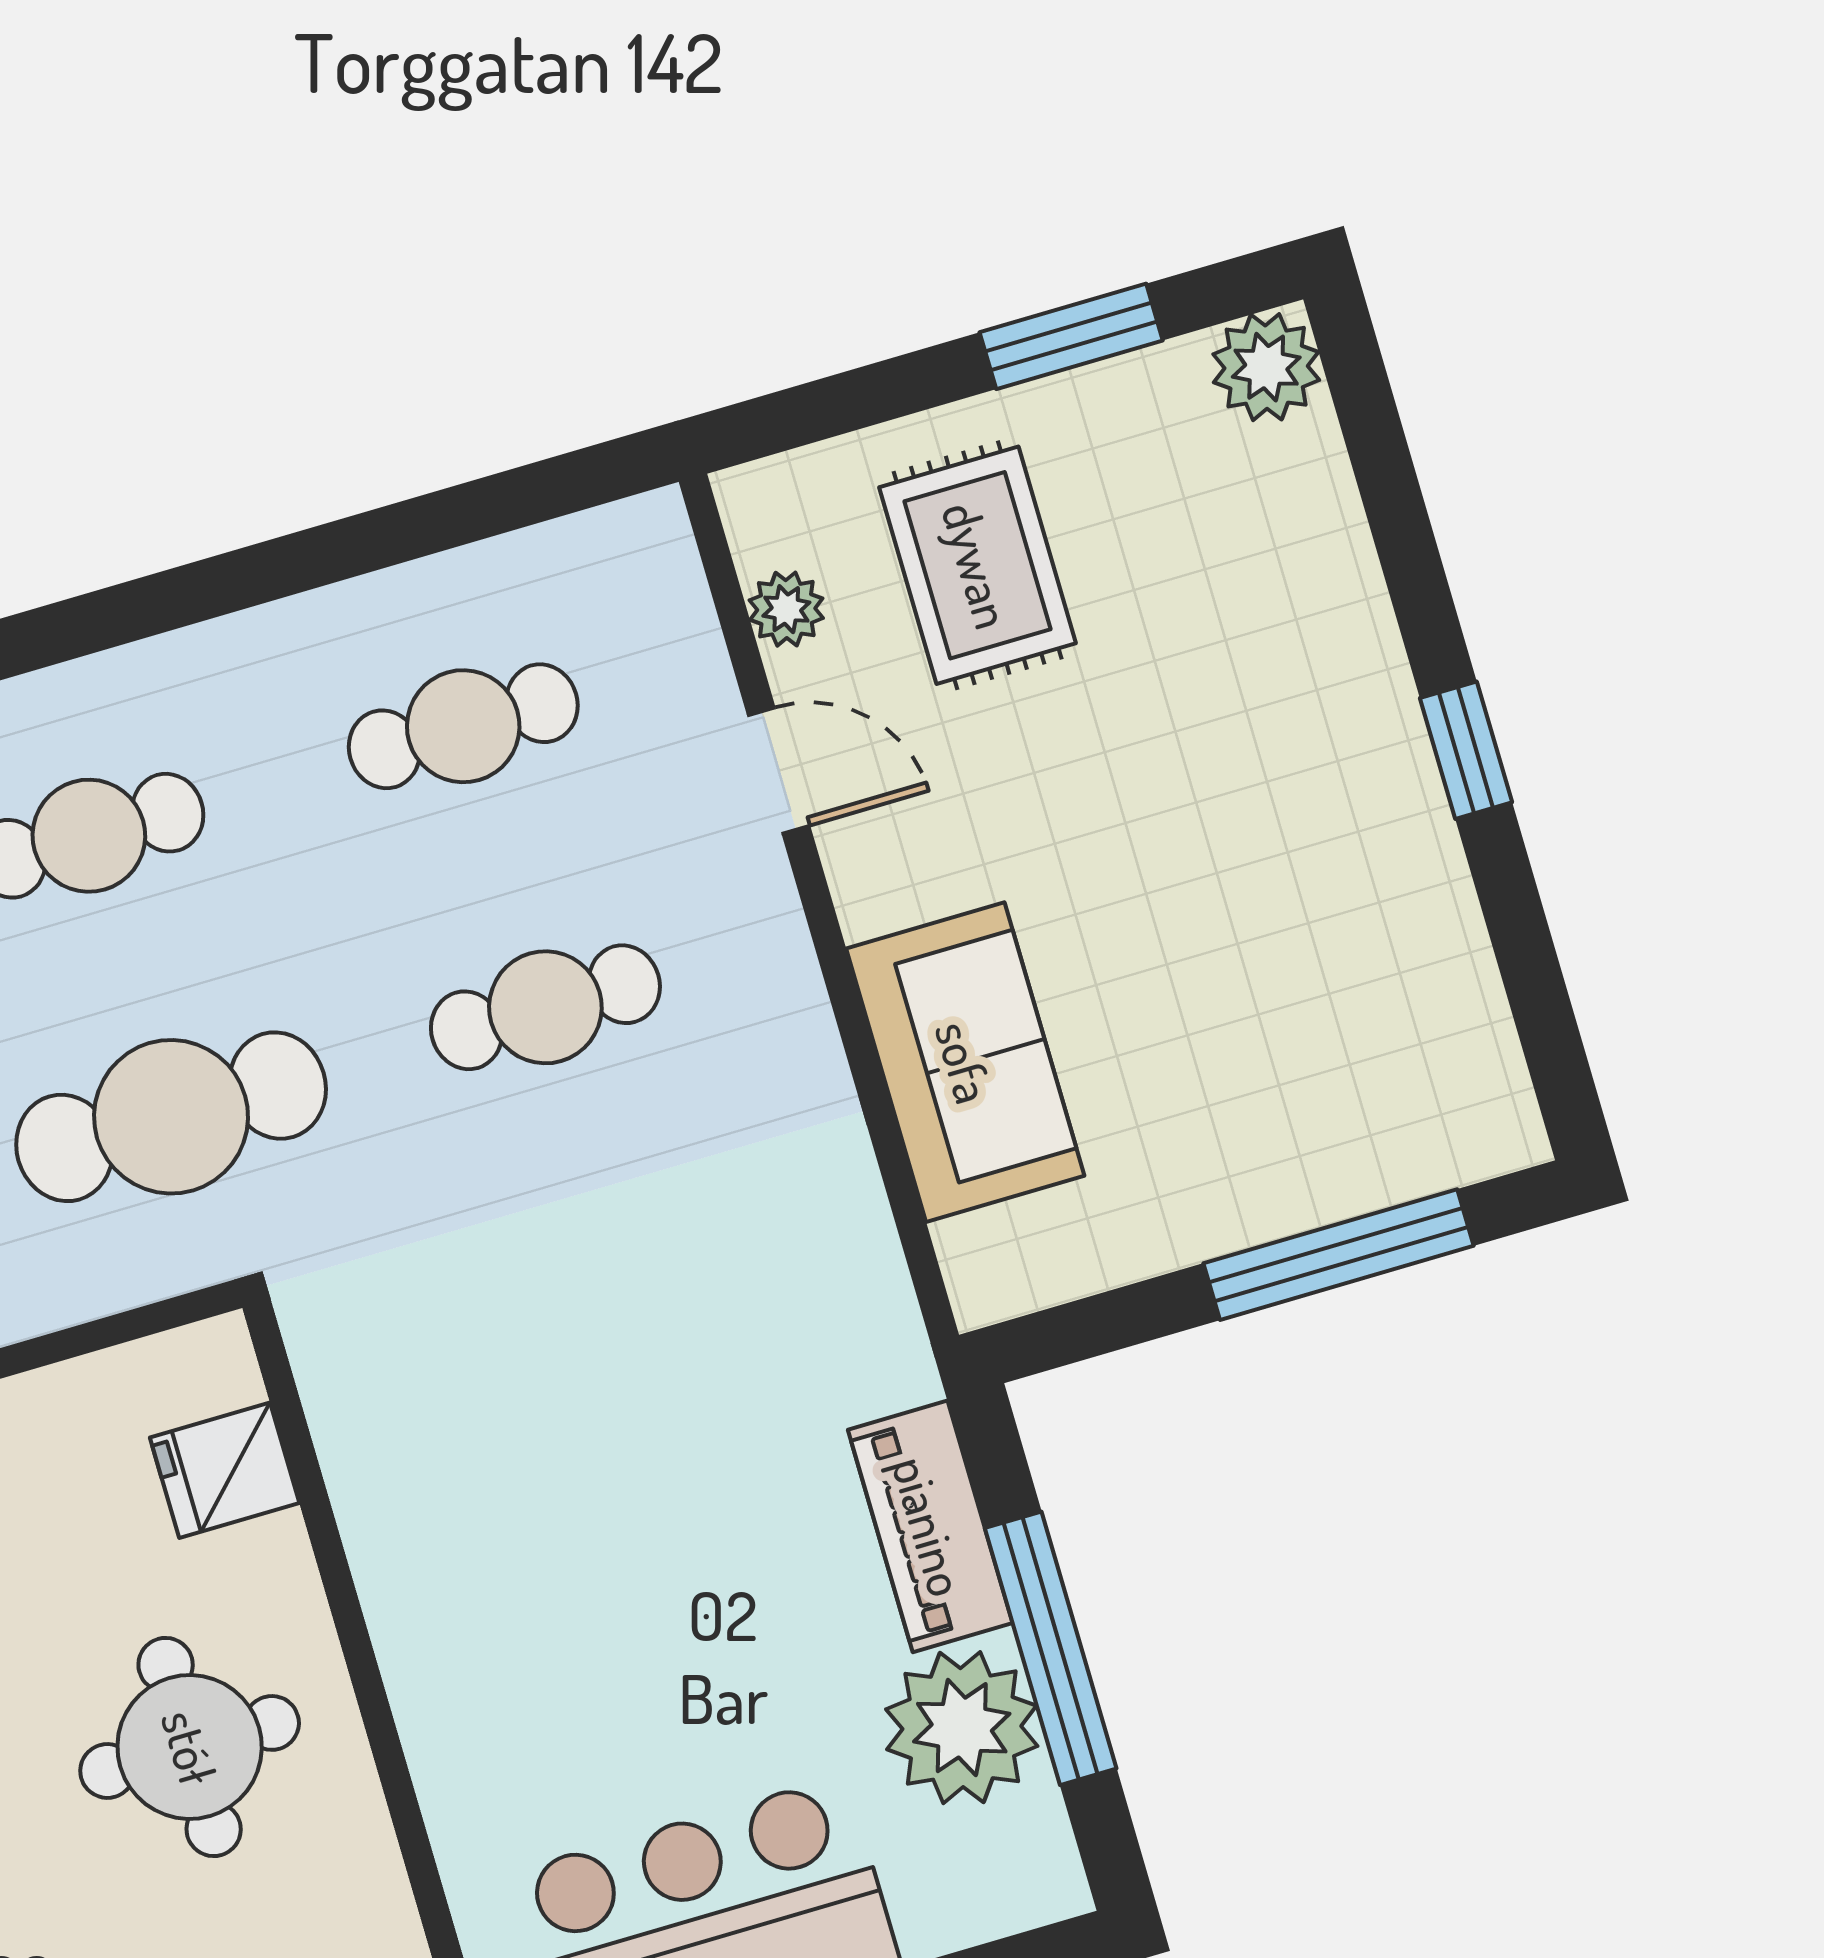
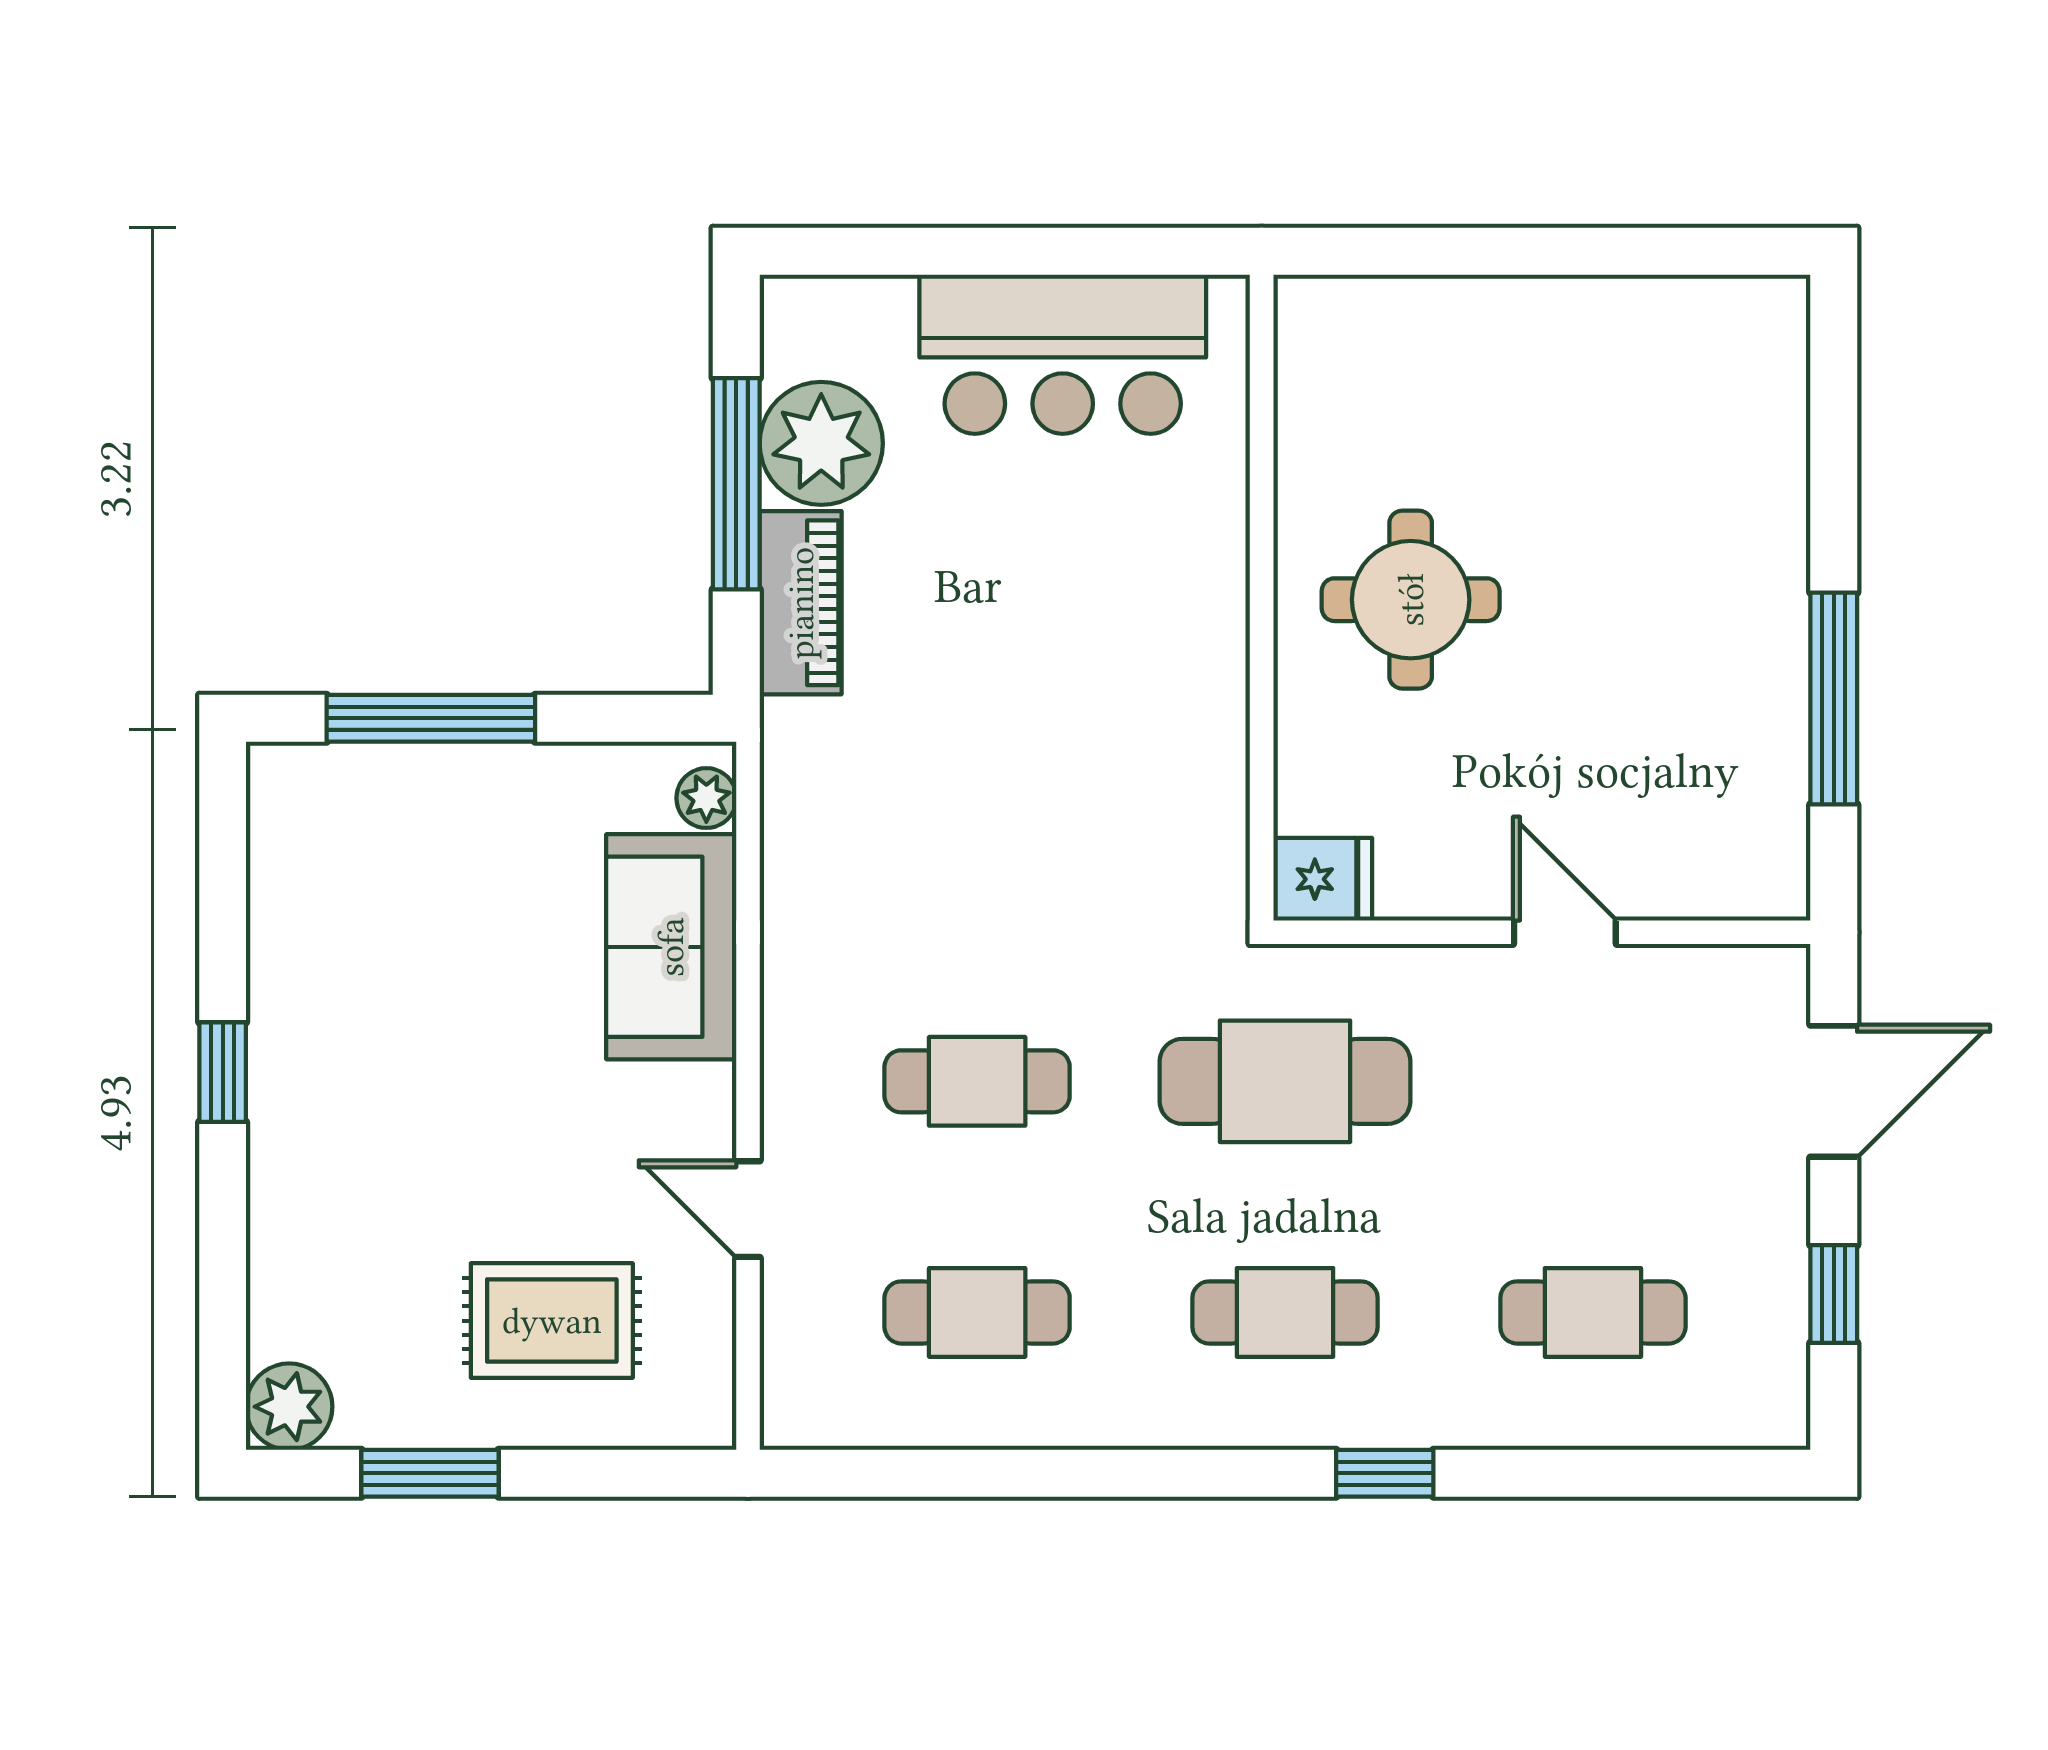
rug: (978, 565) -> (552, 1321), turned 90
plant: (786, 609) -> (706, 798), moved
fridge: (225, 1470) -> (1323, 879), moved

